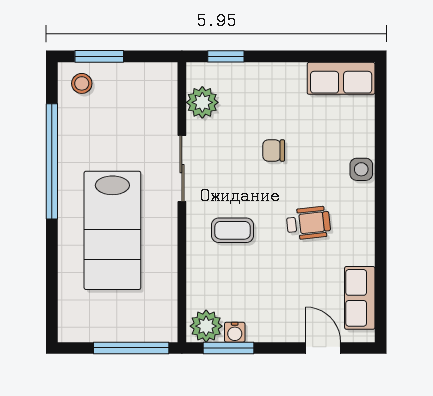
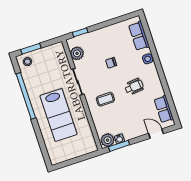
row of seats: (341, 78) -> (139, 36), moved, turned 90
window: (131, 348) -> (81, 158), removed

